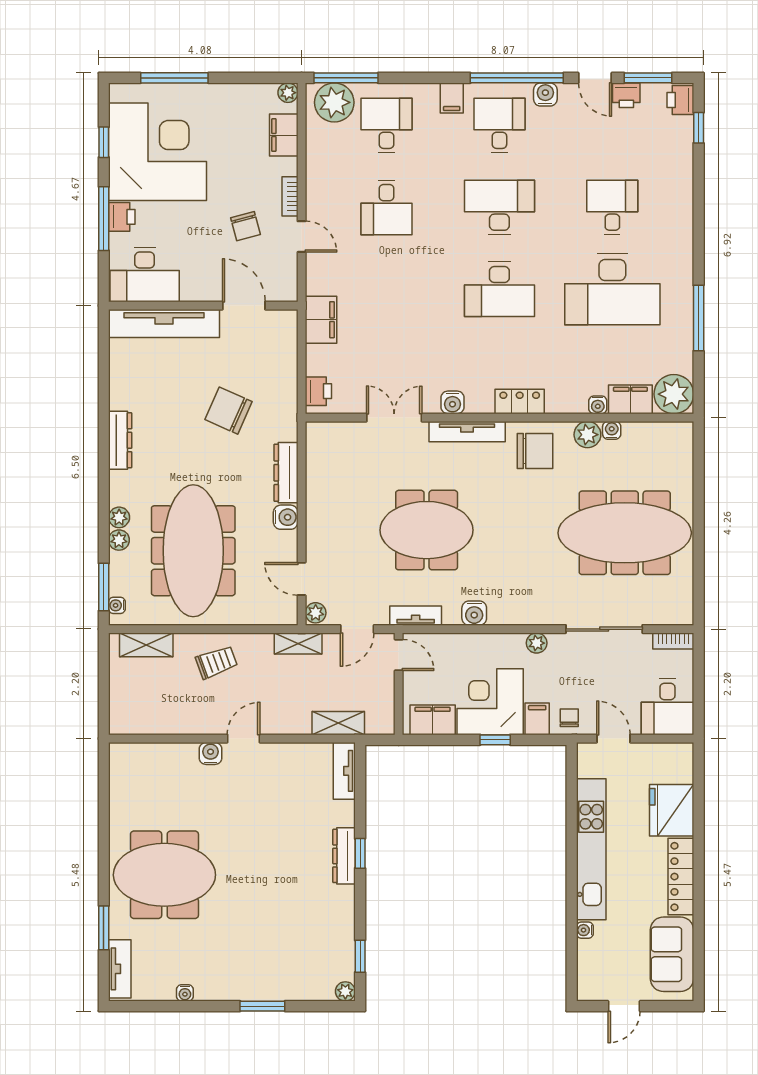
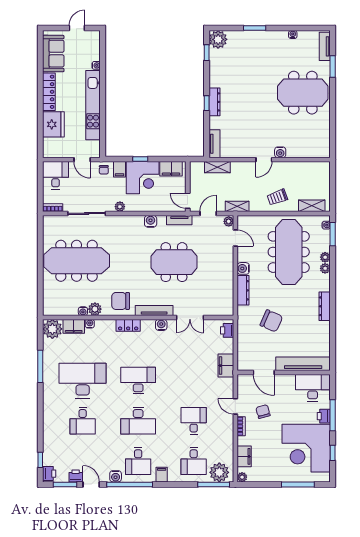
plant: (345, 991) -> (218, 39), width x1.88, depth x1.88

